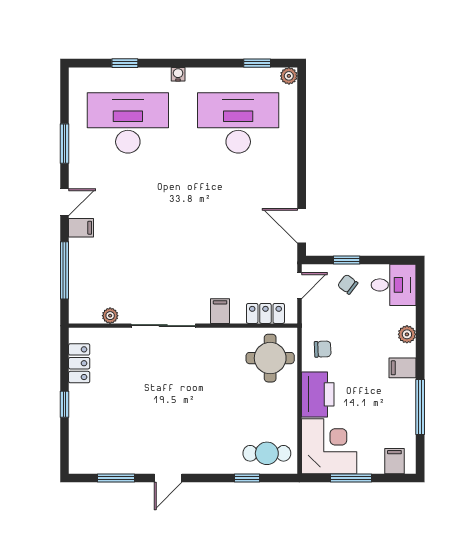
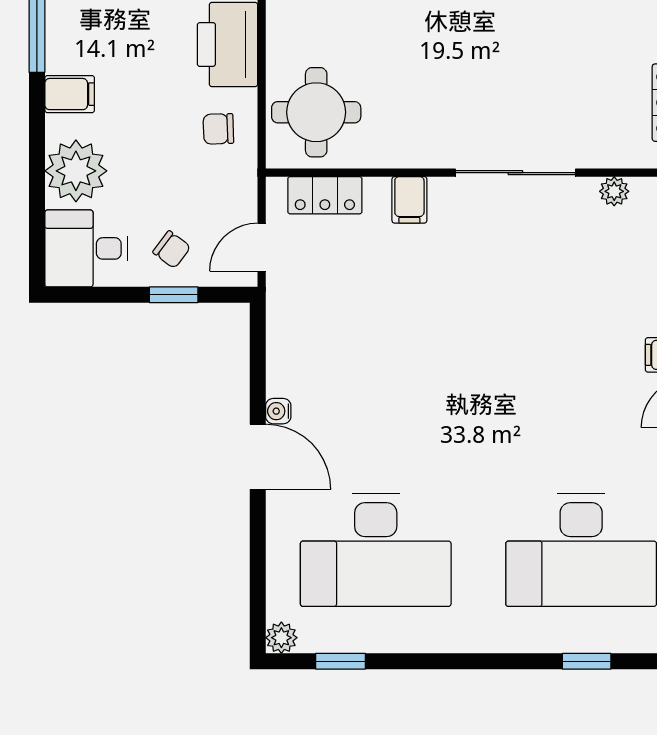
water cooler: (178, 74) -> (278, 411), moved, turned 90
door: (302, 226) -> (258, 457), moved
plant: (407, 334) -> (76, 171), width x1.88, depth x1.88

